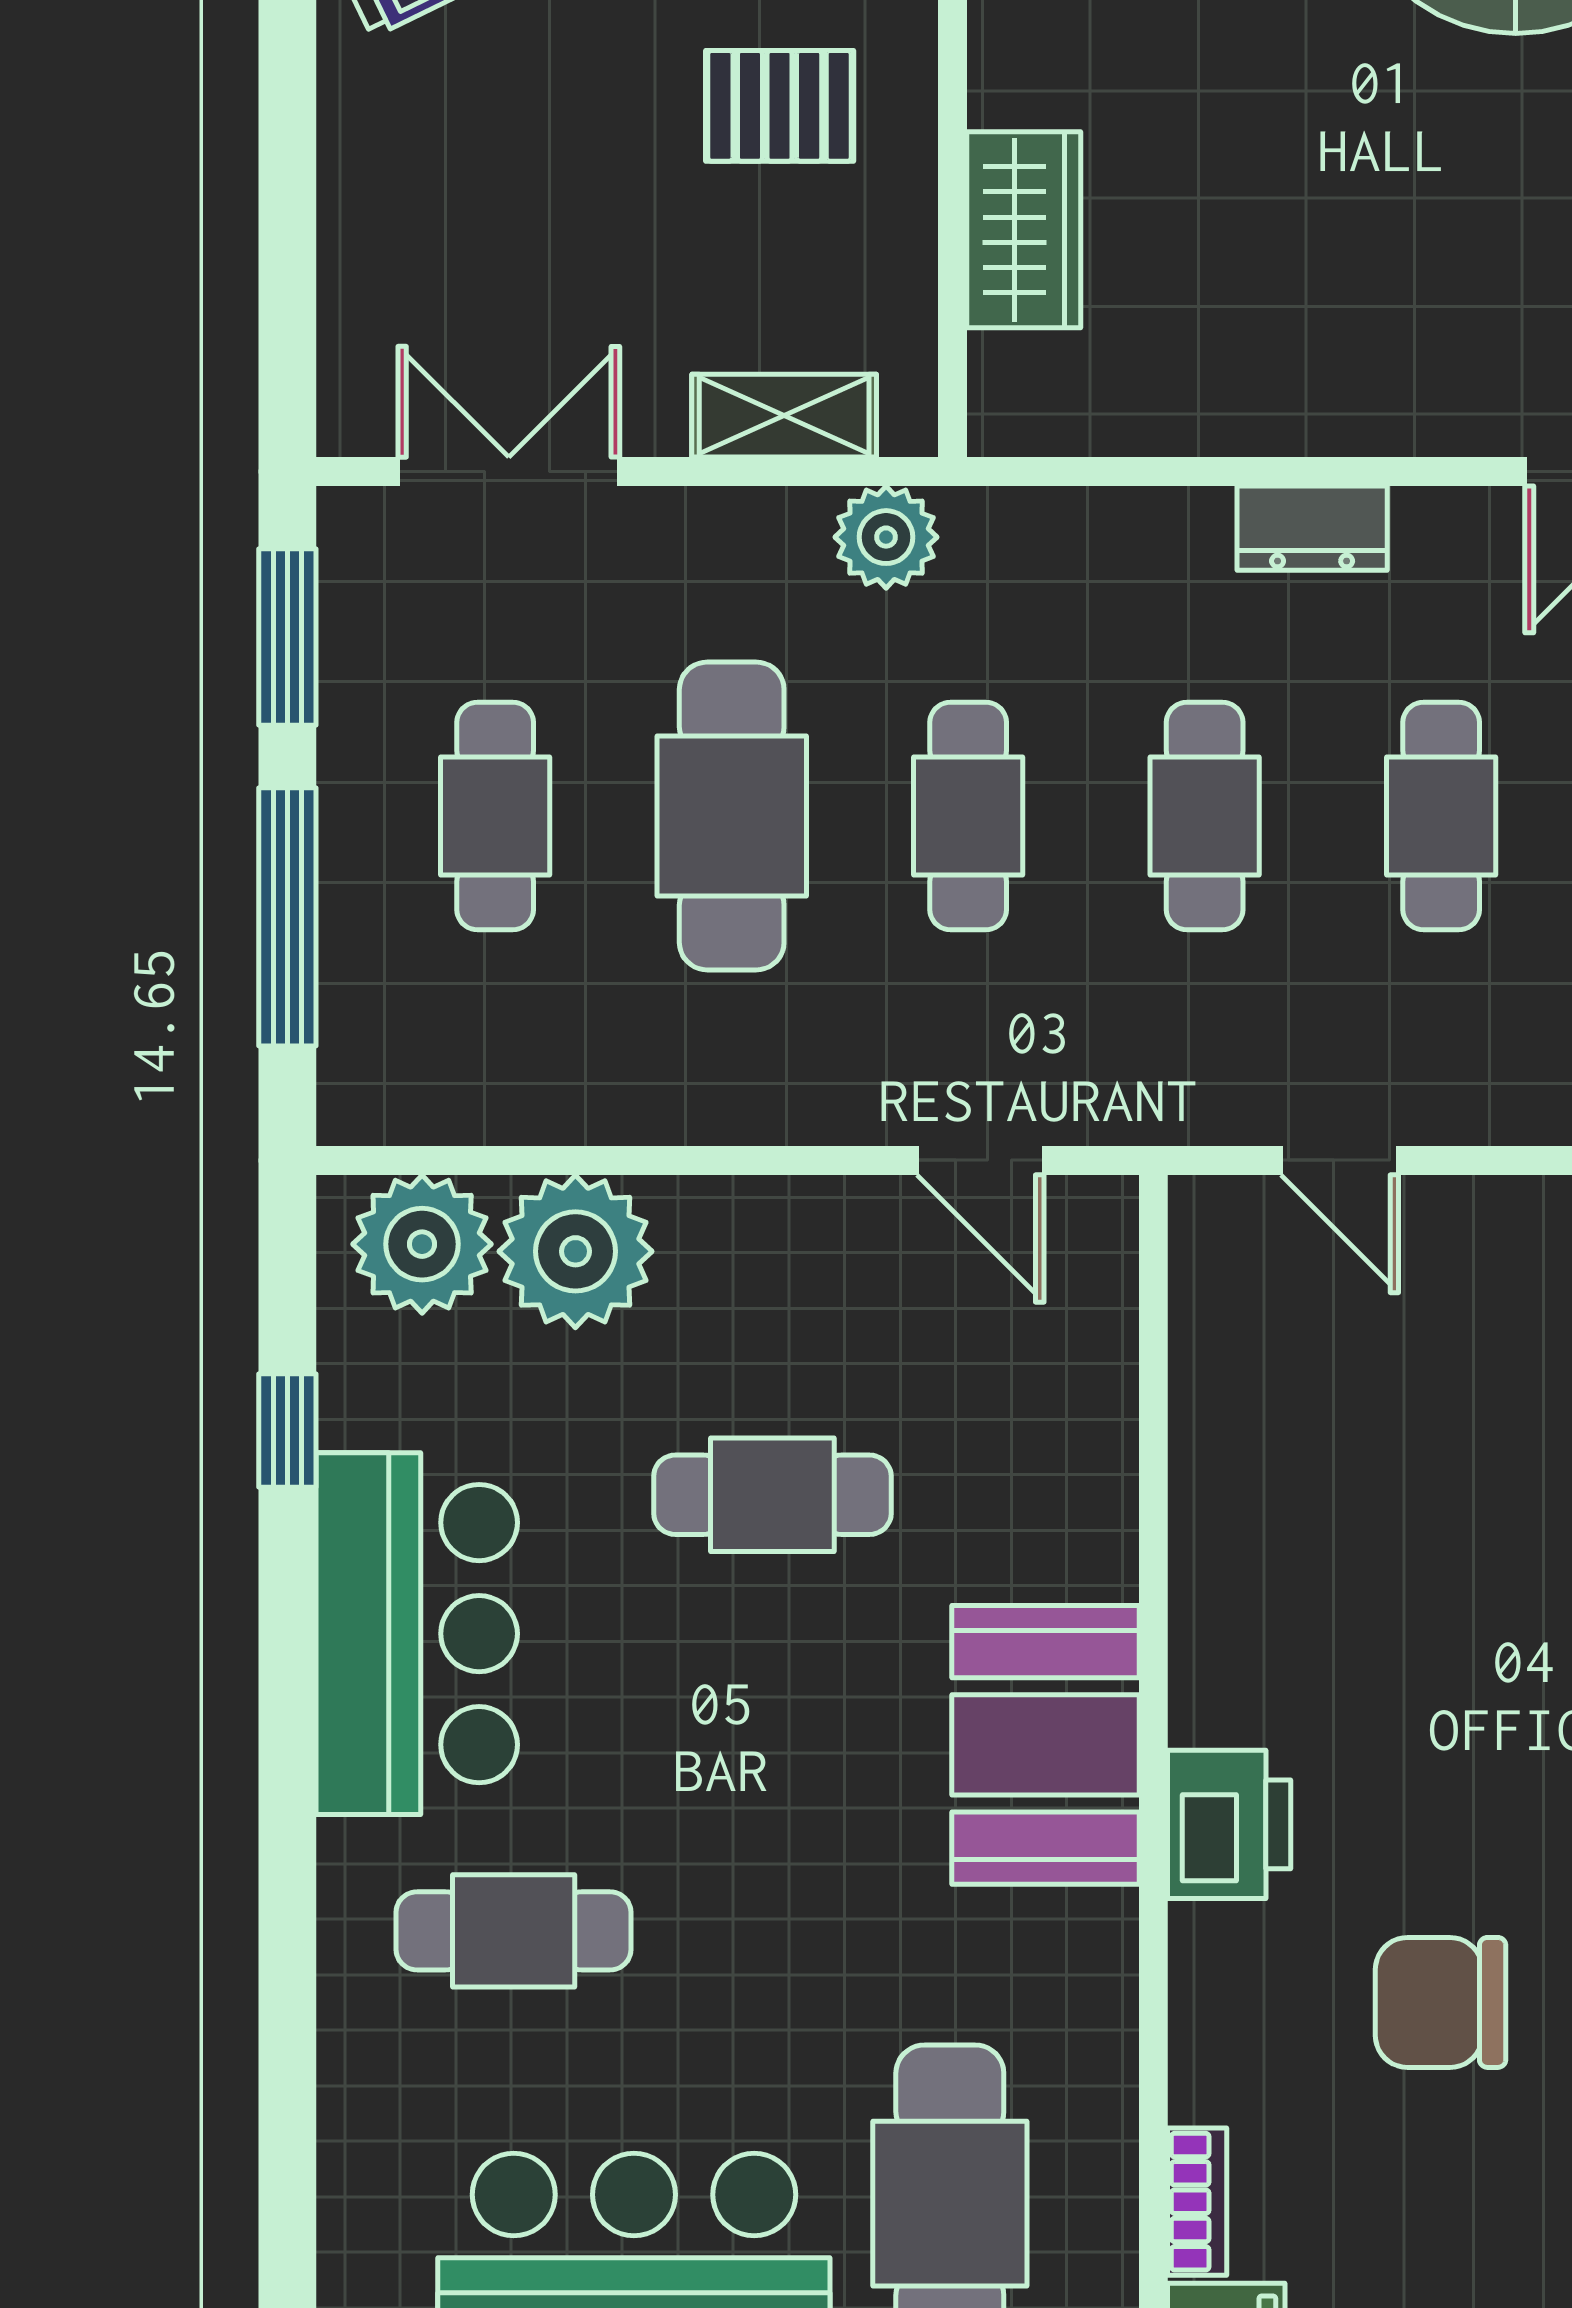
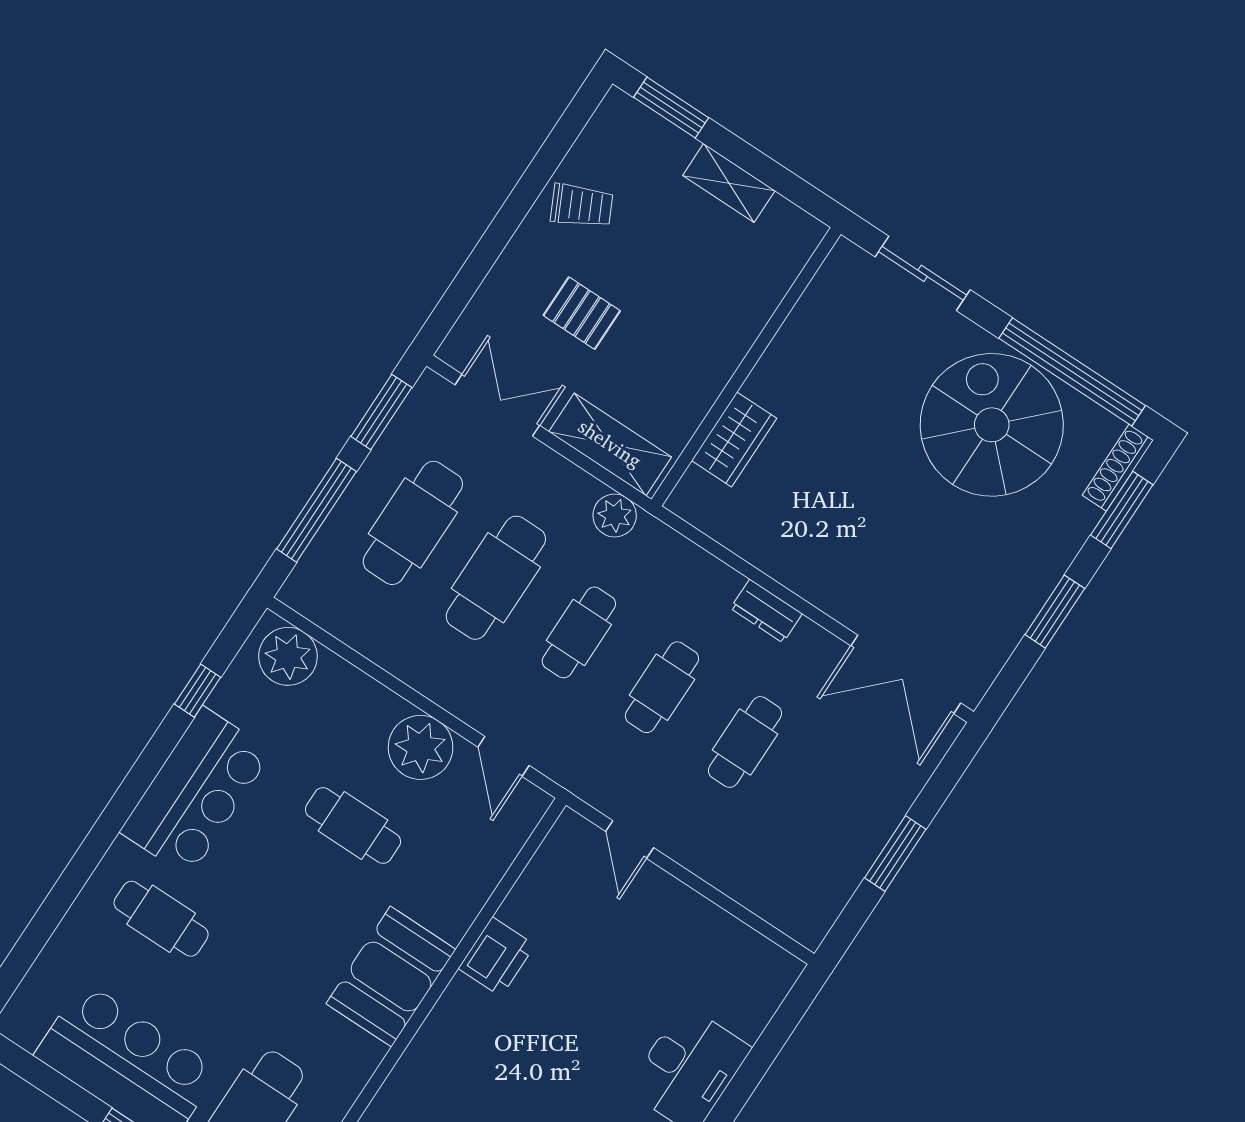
pallet: (780, 106) -> (582, 313), moved
shelving: (784, 416) -> (610, 444), width x1.50, depth x1.33
cafe table: (495, 816) -> (413, 523), width x1.37, depth x1.35
plant: (575, 1251) -> (421, 747), moved
printer: (1229, 1824) -> (497, 957), moved

